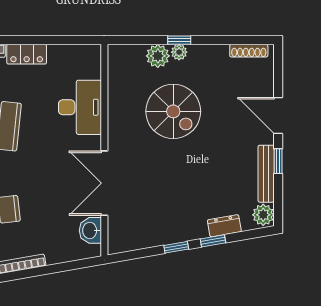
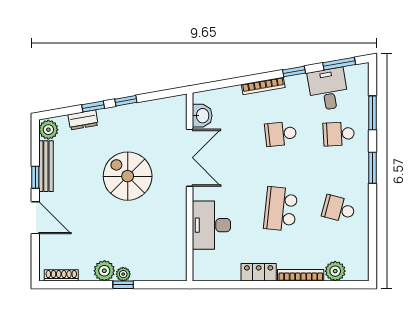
plant: (158, 56) -> (104, 271), moved
spiral stairs: (173, 111) -> (128, 176), moved

